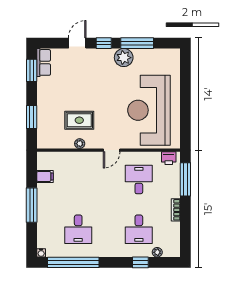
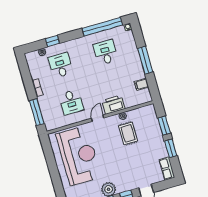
window: (32, 70) -> (171, 148), moved
rug: (79, 120) -> (128, 133), turned 90
printer: (169, 158) -> (113, 105), moved, width x1.87, depth x1.48

